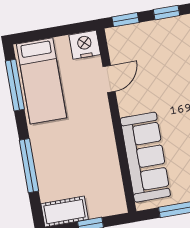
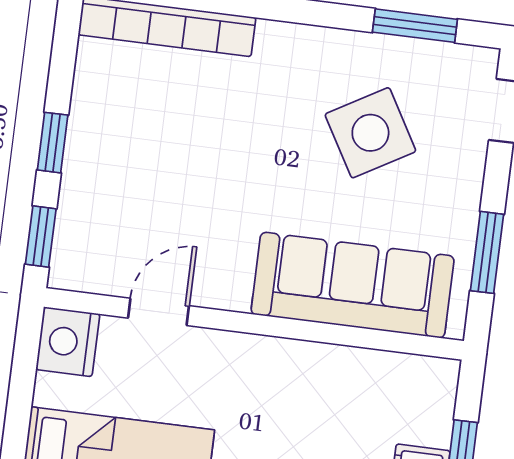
door: (109, 79) -> (158, 312), hinge flipped

